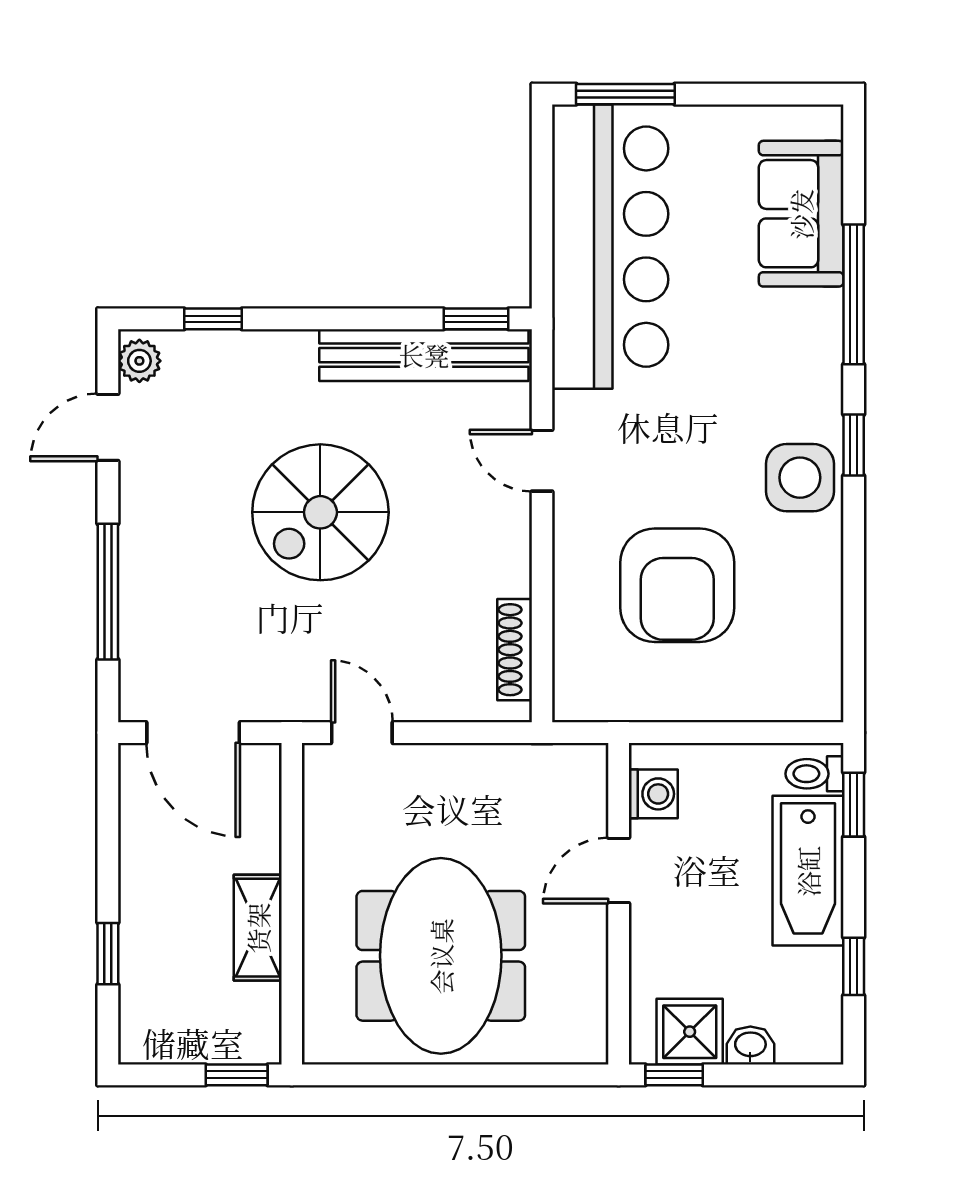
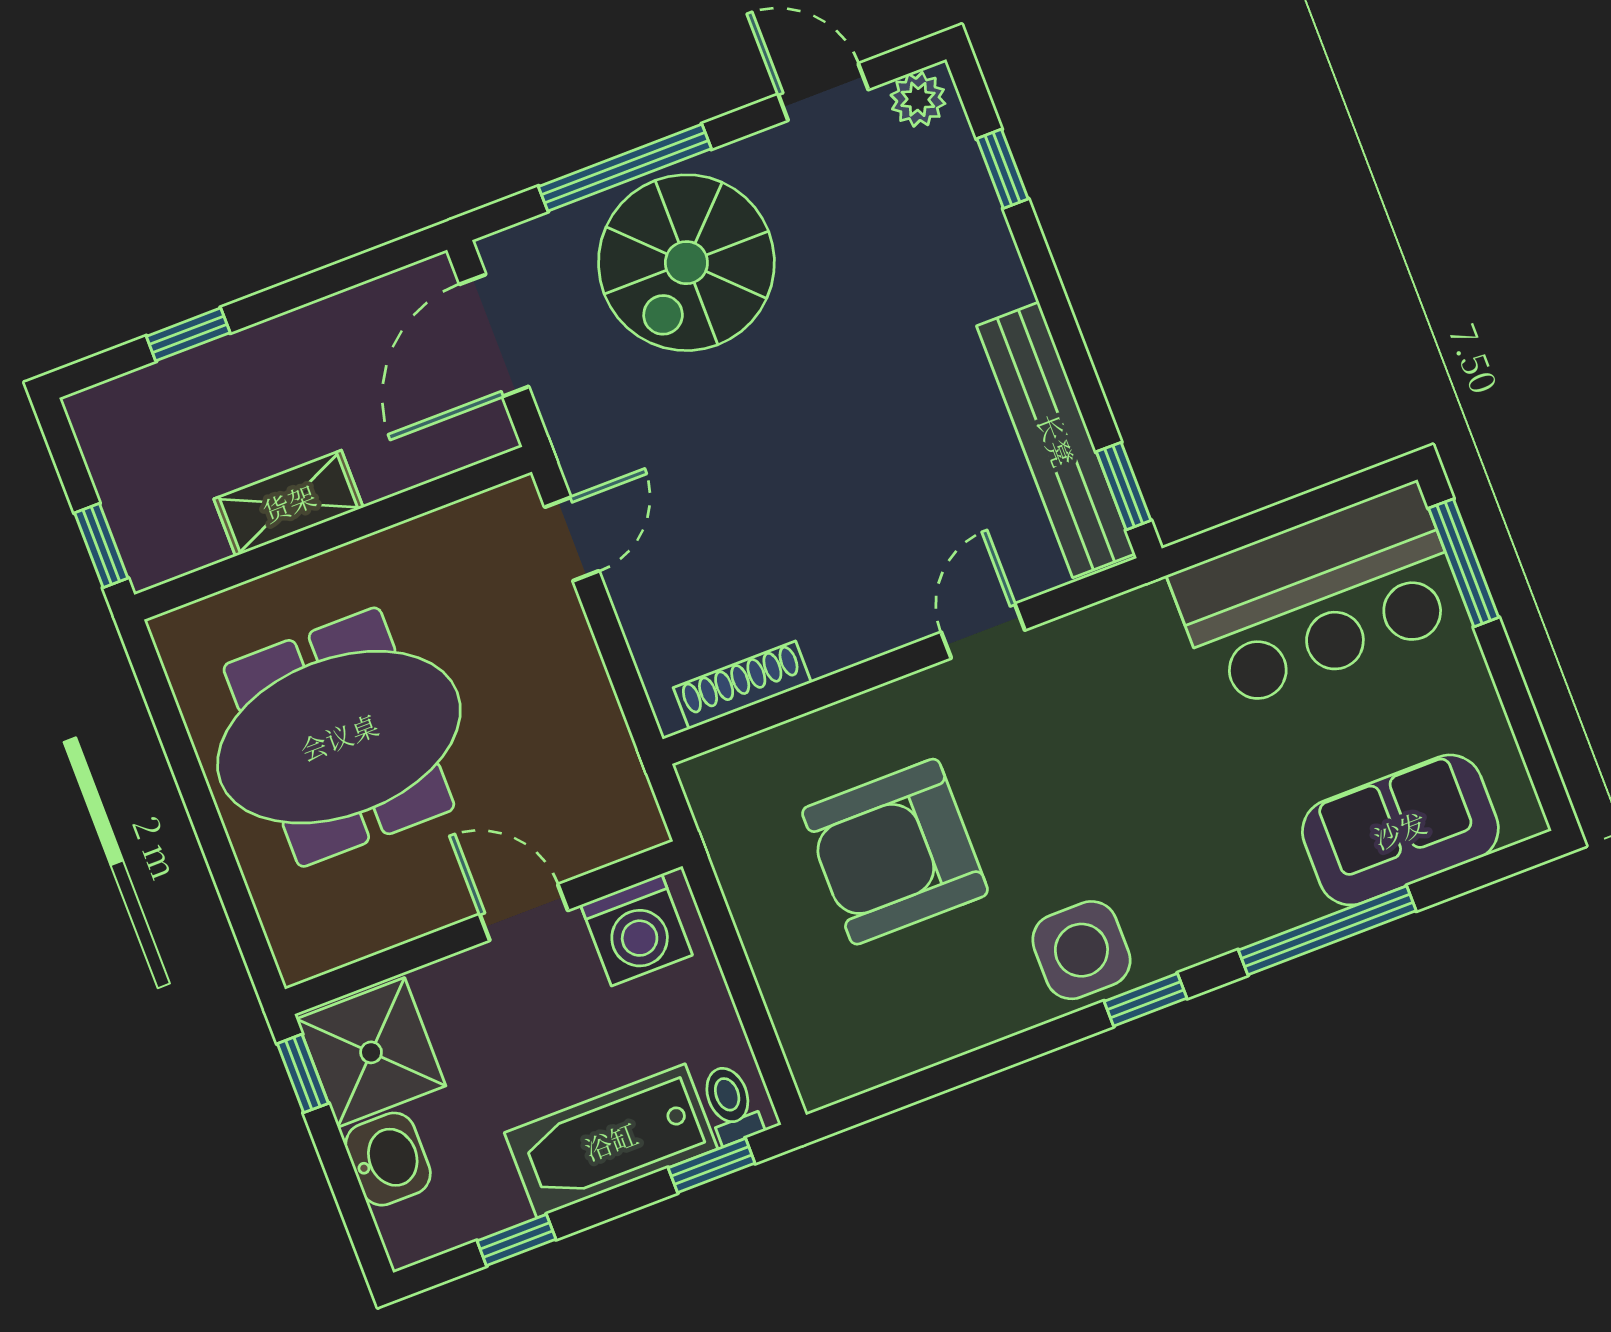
bar counter: (610, 247) -> (1318, 597), width x0.73
spiral stairs: (320, 512) -> (686, 263), moved, turned -90
washing machine: (653, 794) -> (636, 930), width x1.38, depth x1.38
shower: (690, 1032) -> (371, 1052), width x1.36, depth x1.36
washbasin: (750, 1045) -> (388, 1159), width x1.38, depth x1.45

